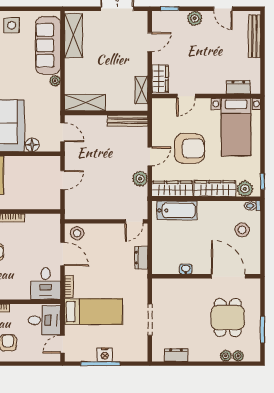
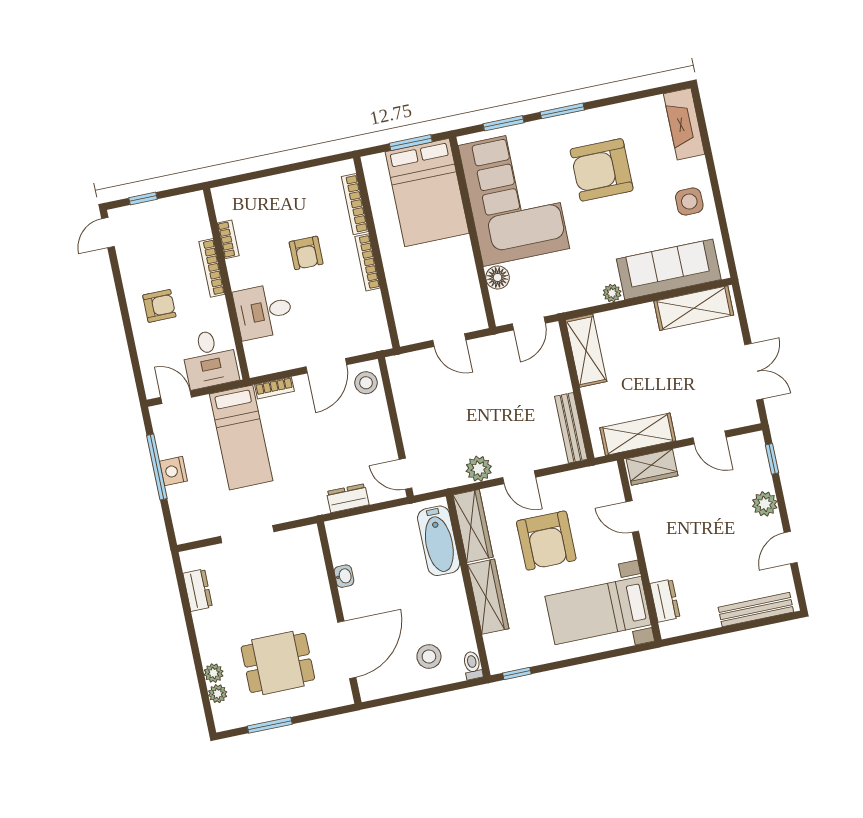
shelving: (141, 90) -> (638, 434), width x1.50, depth x1.33
plant: (245, 189) -> (498, 647), removed
desk: (46, 284) -> (263, 311), moved

